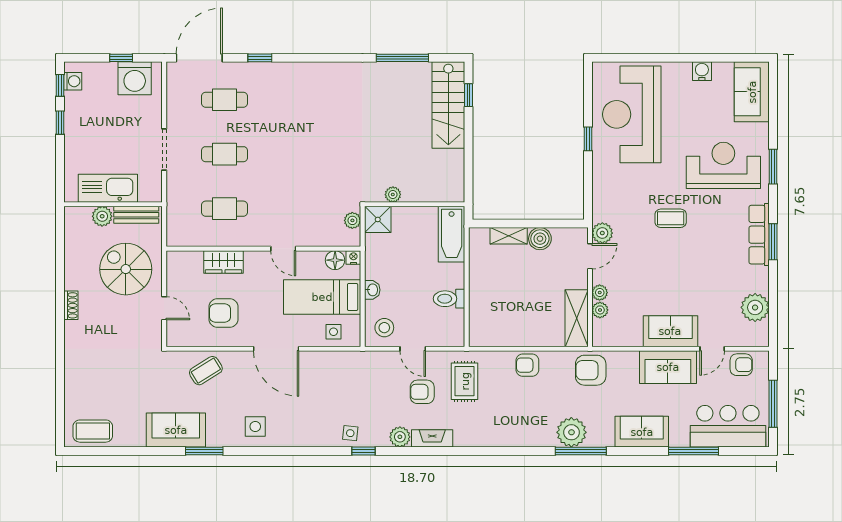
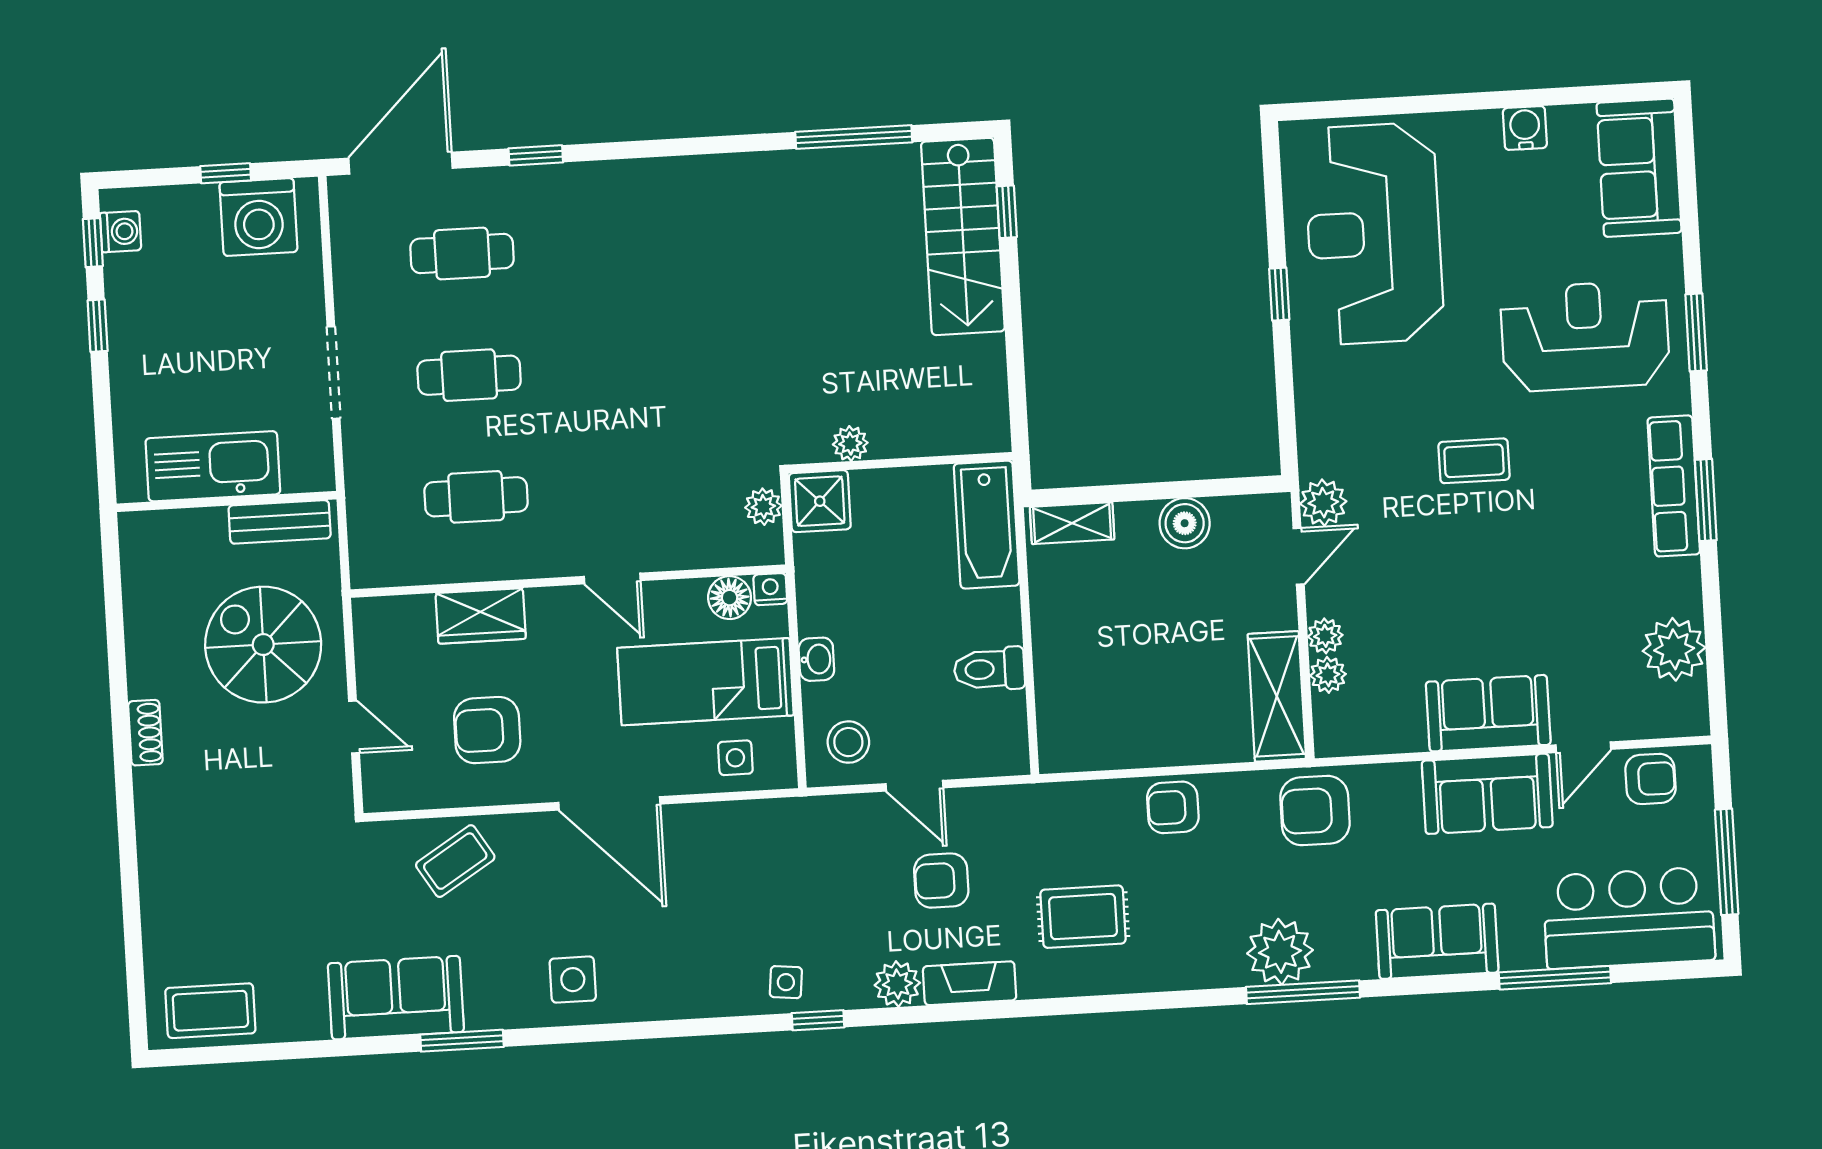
plant: (102, 216) -> (204, 530), removed
shelving: (509, 236) -> (1072, 523), moved
rug: (465, 381) -> (1083, 917), moved, turned 90

